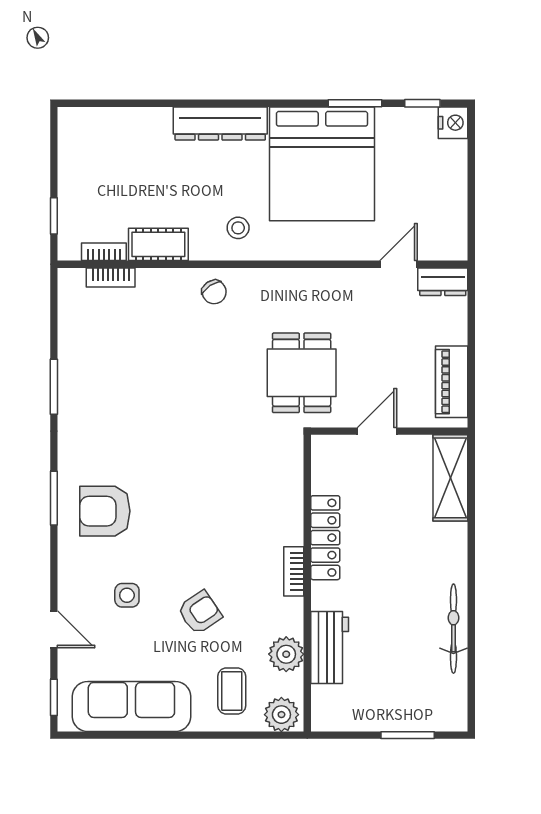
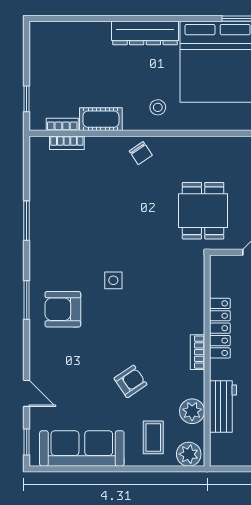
side table: (127, 595) -> (113, 280), moved

